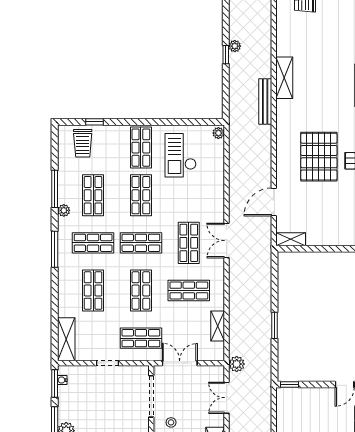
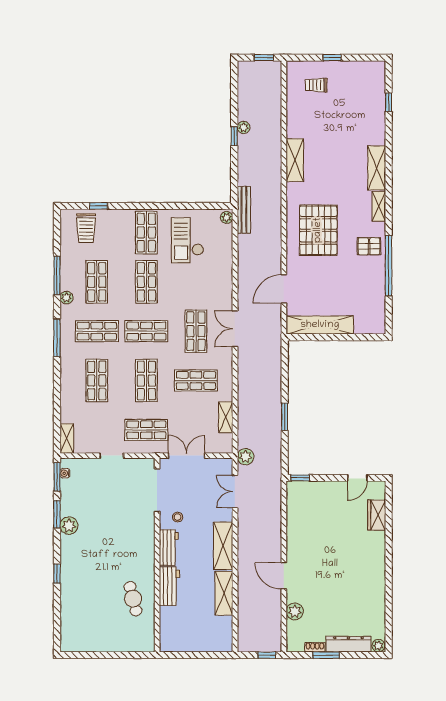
bench: (265, 101) -> (244, 210), moved
pallet: (319, 157) -> (318, 230), moved
shelving: (291, 239) -> (320, 325), width x2.20, depth x1.33
shelving: (66, 339) -> (67, 438), width x0.67, depth x0.75

